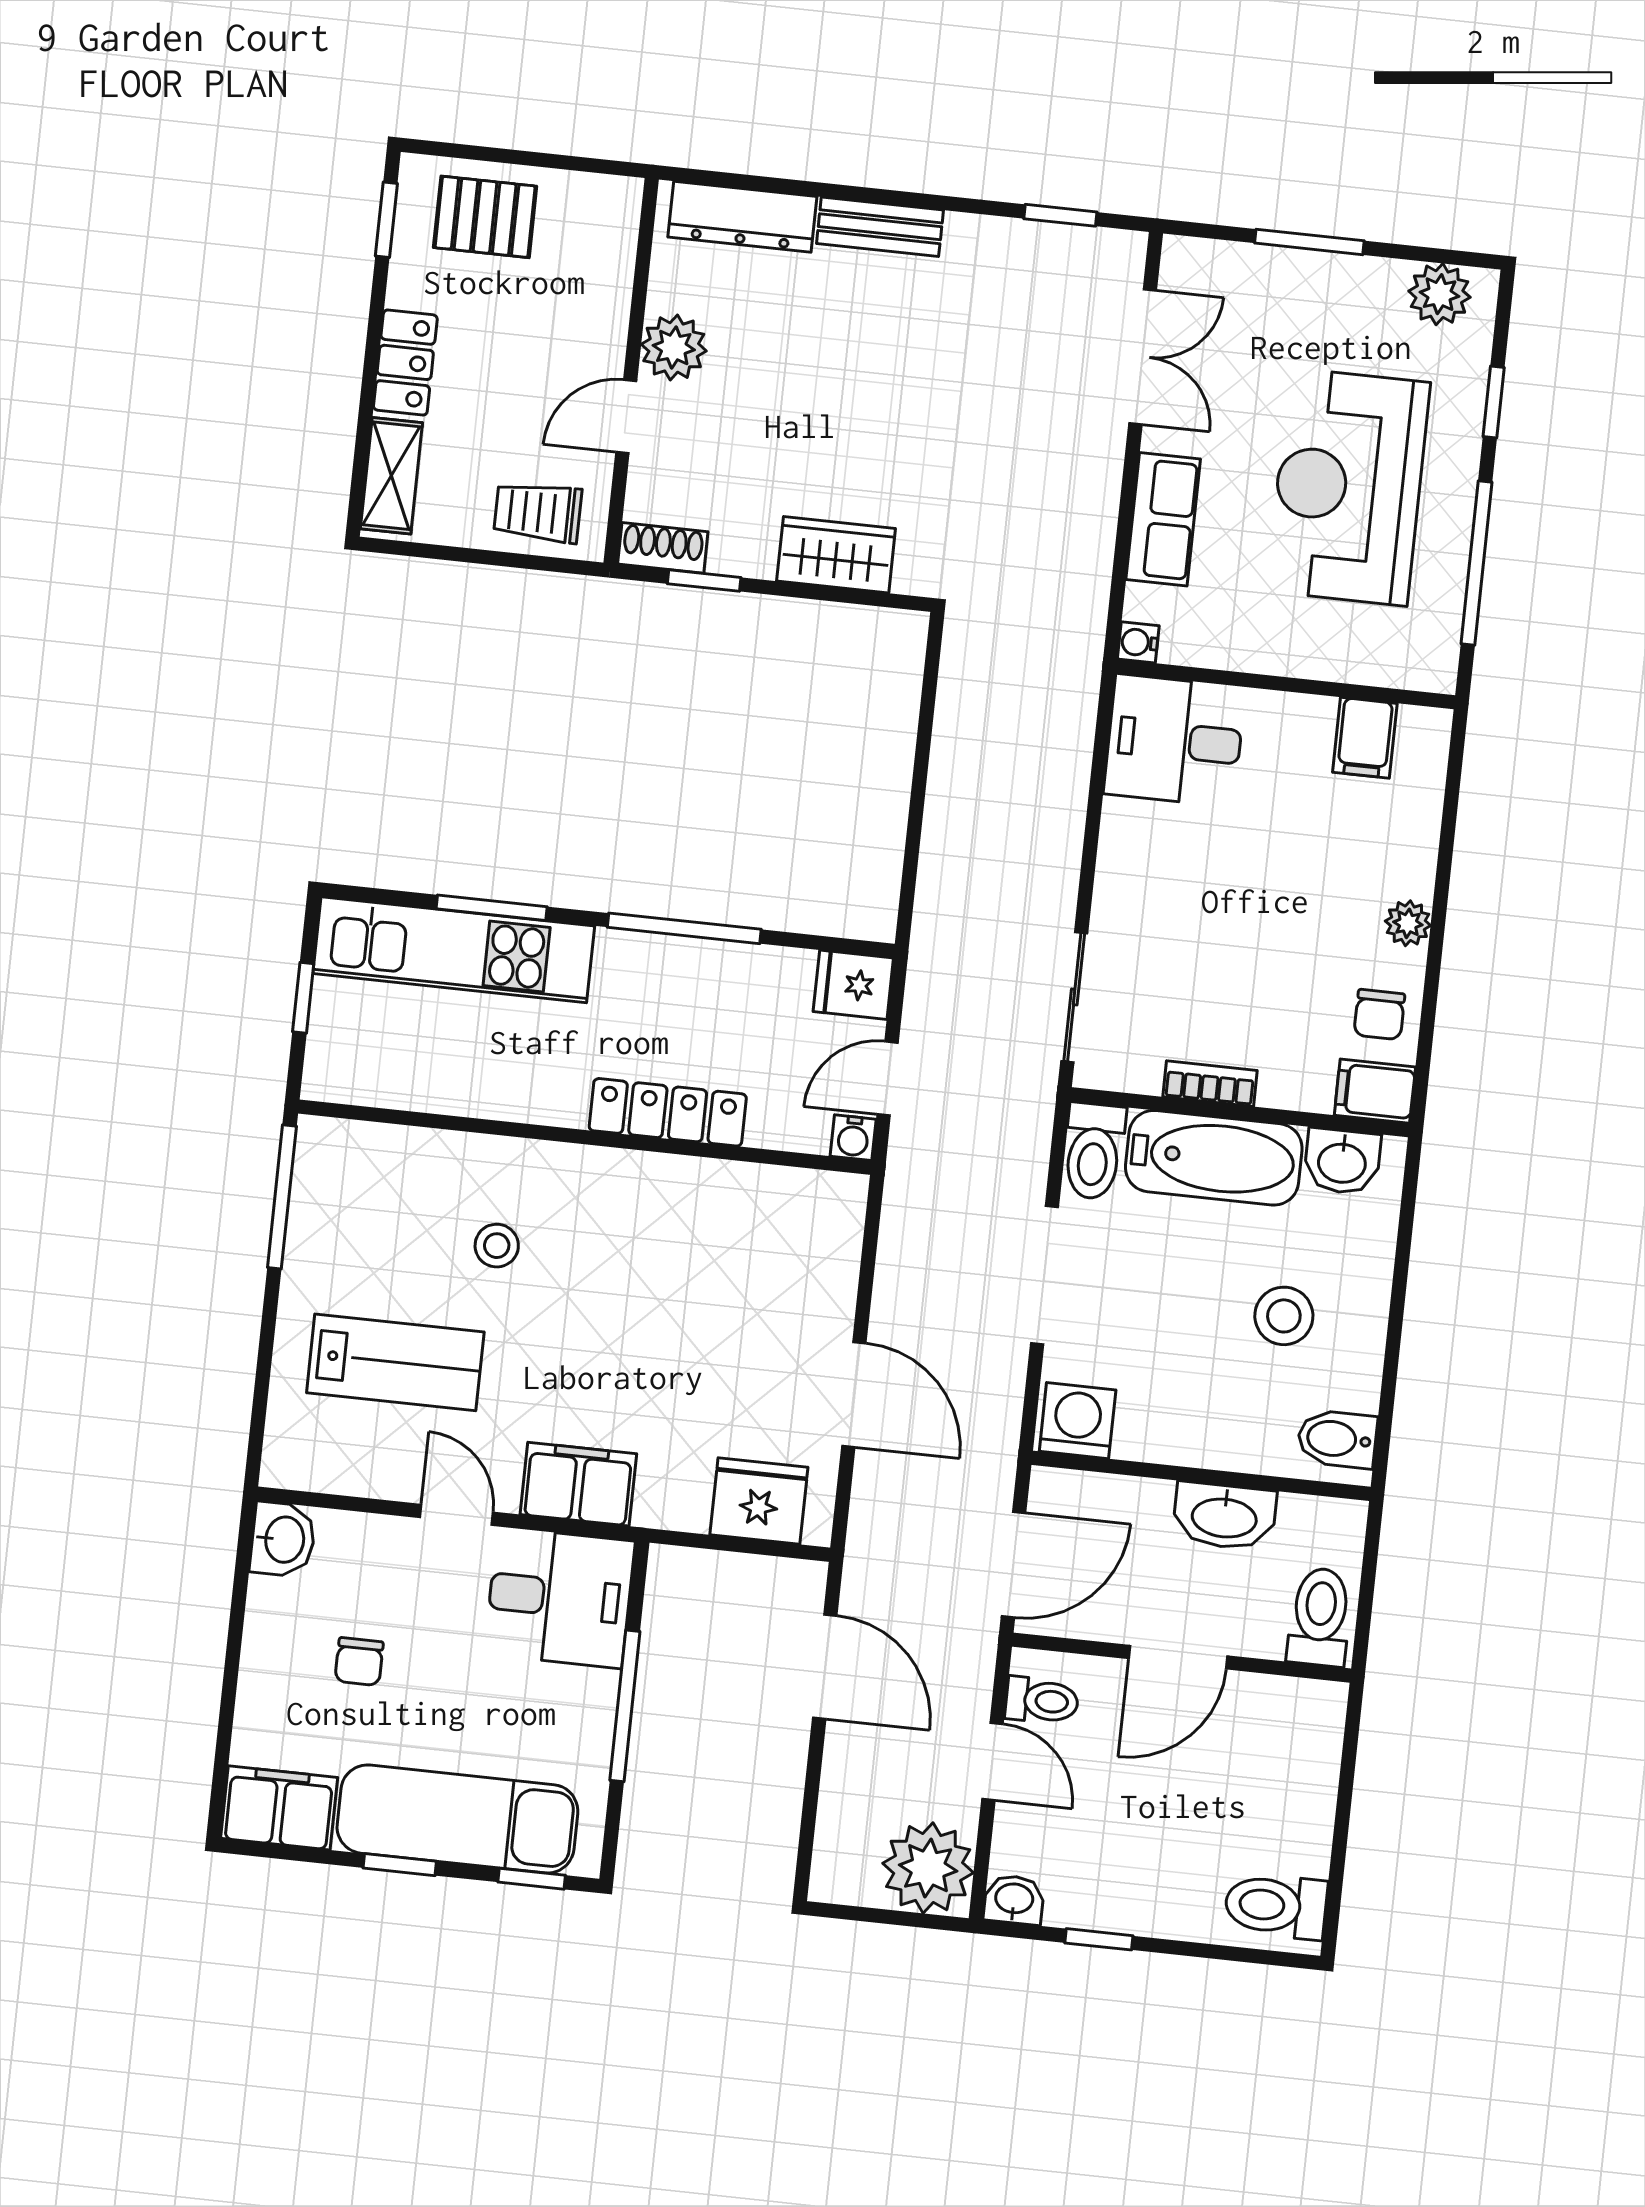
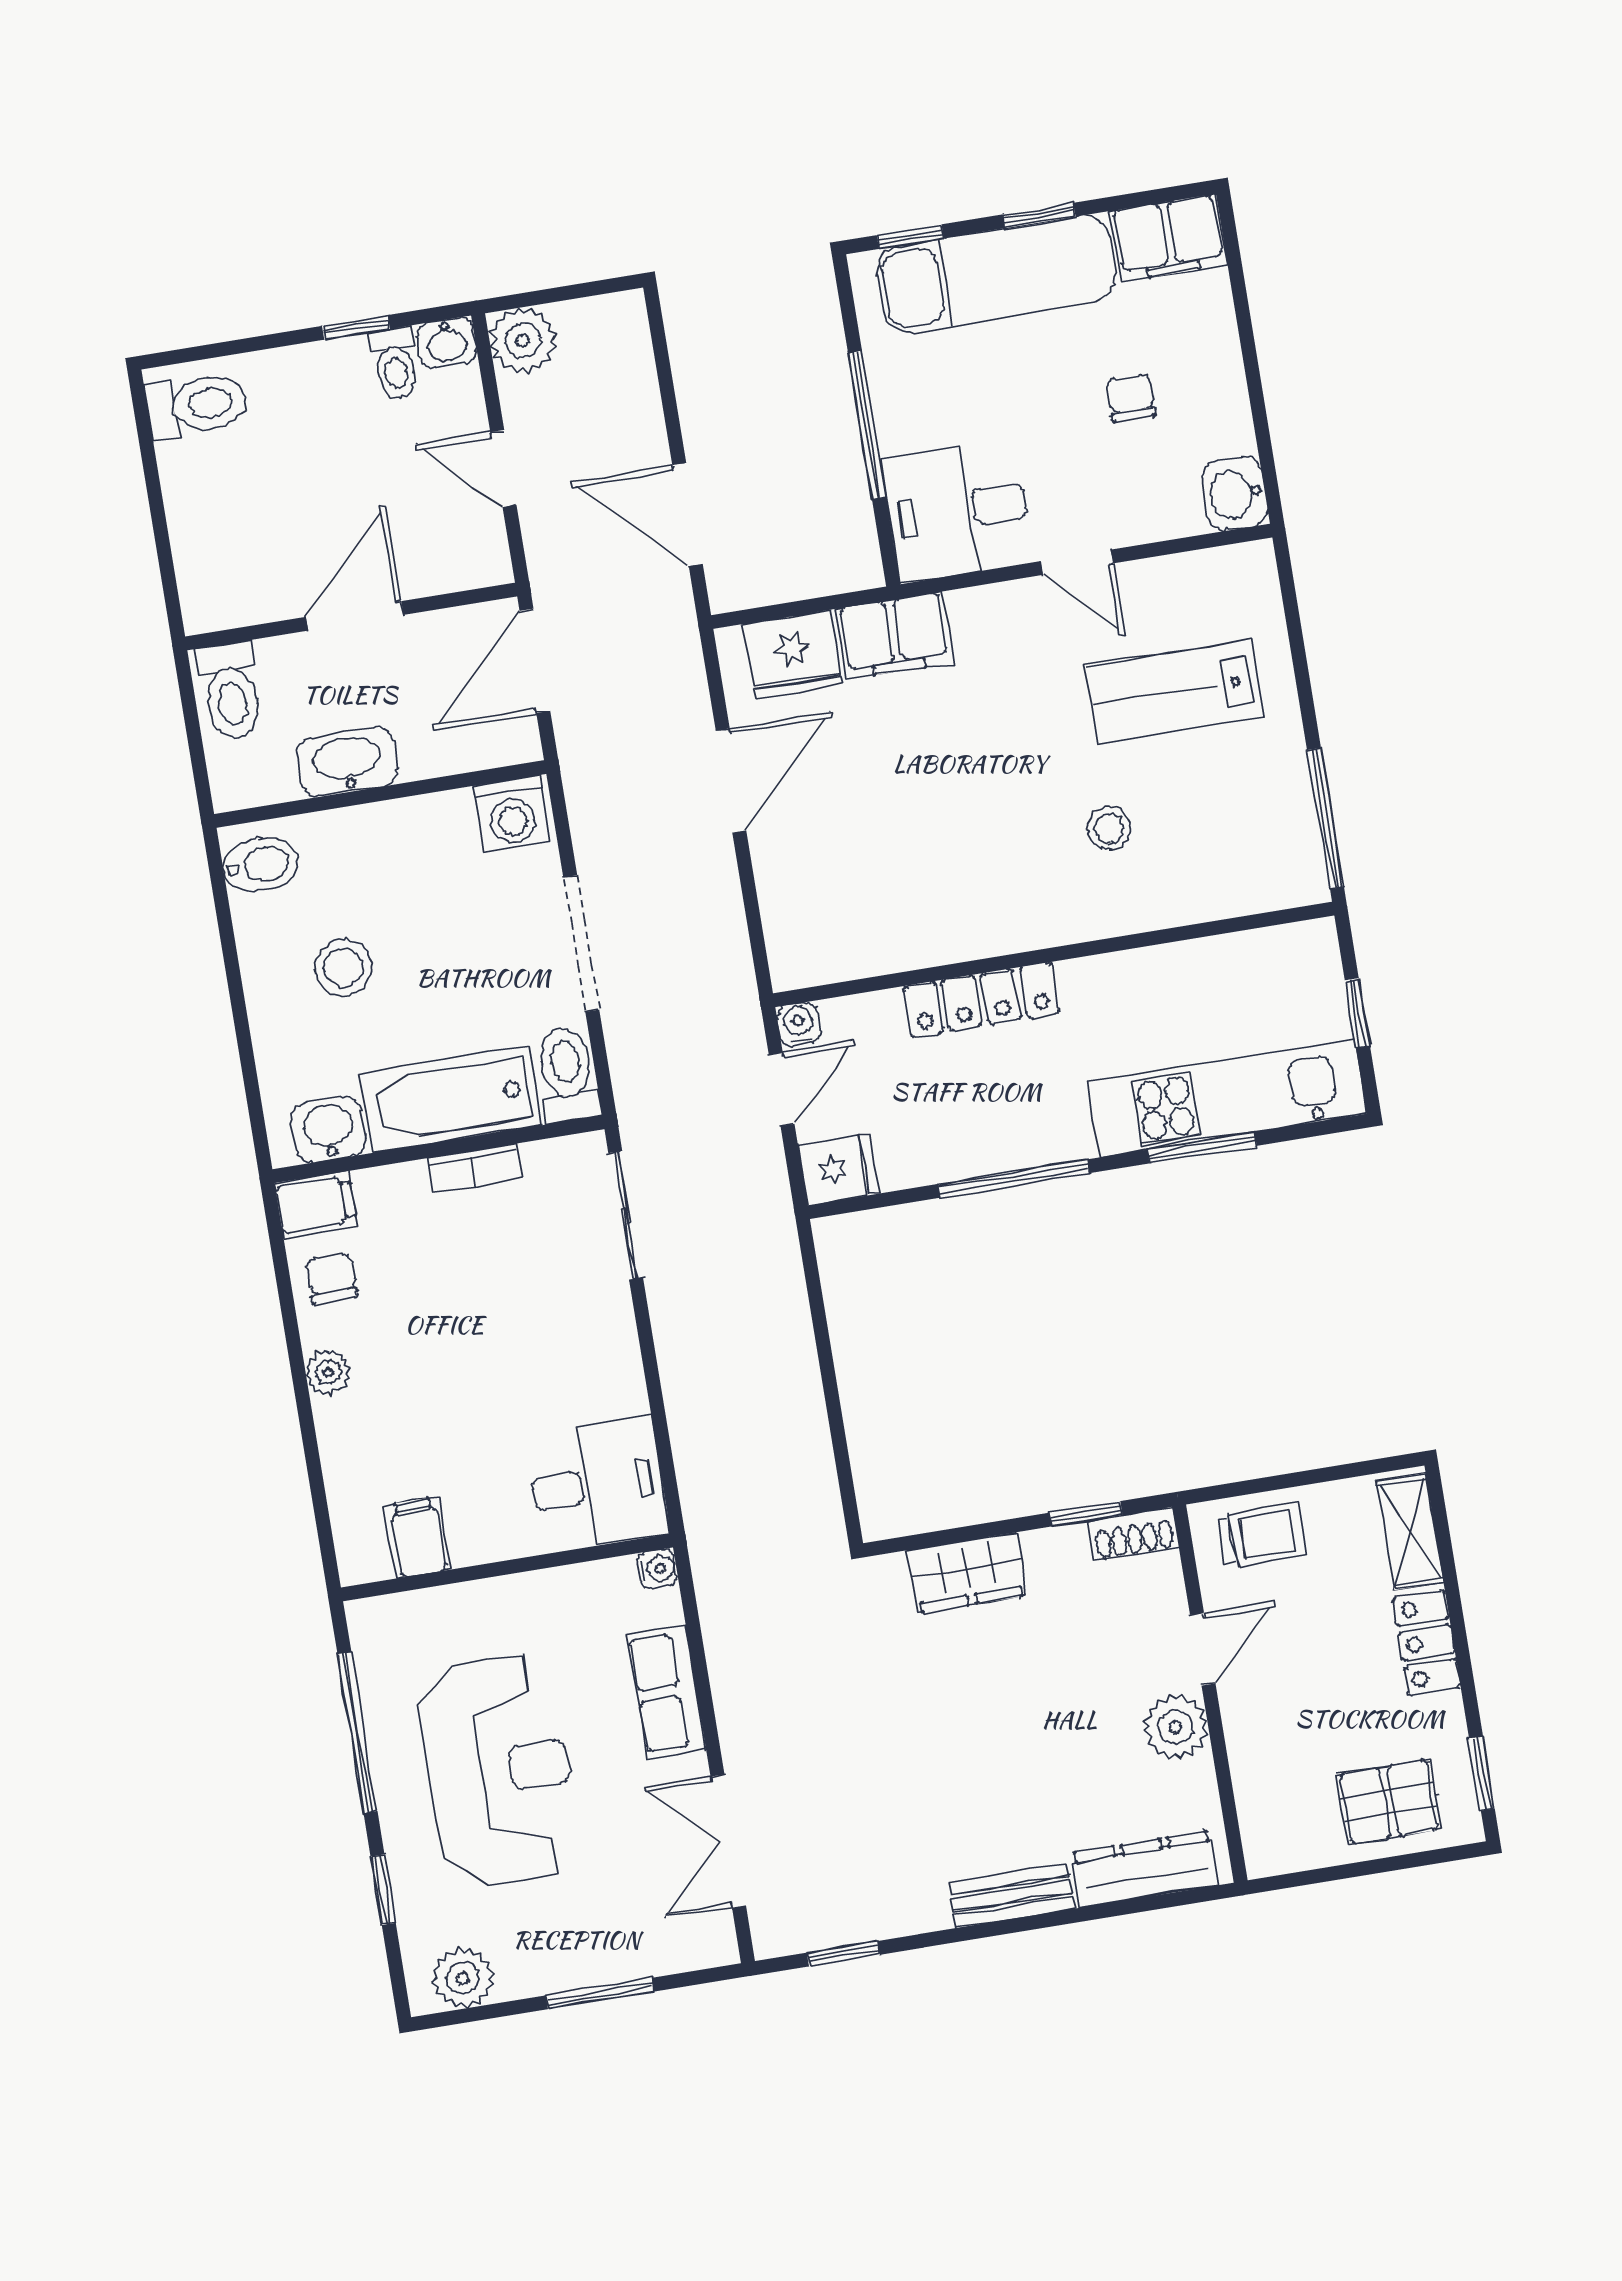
door: (854, 1394) -> (731, 781), swing flipped
filing cabinet: (578, 1484) -> (894, 636), moved
toilet: (1042, 1701) -> (395, 363), moved, turned -90
plant: (928, 1868) -> (523, 341), width x0.73, depth x0.73

